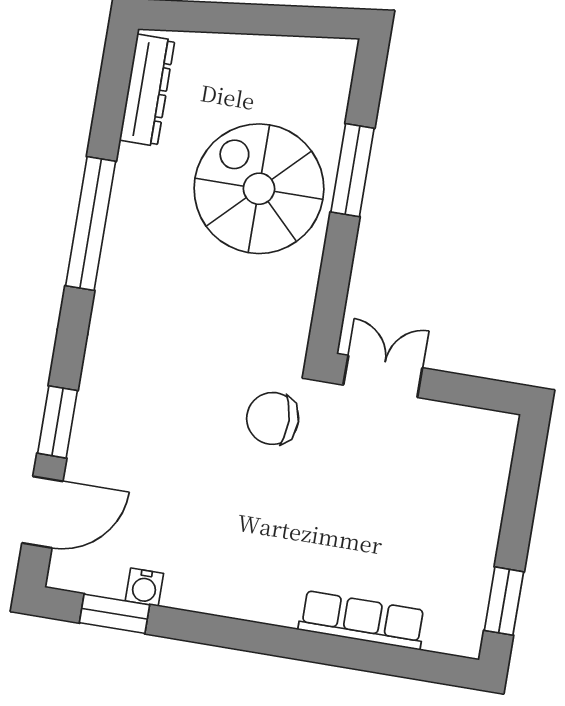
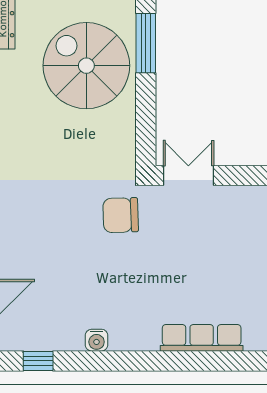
water cooler: (144, 587) -> (97, 340), moved
window: (115, 614) -> (38, 361), width x0.67

